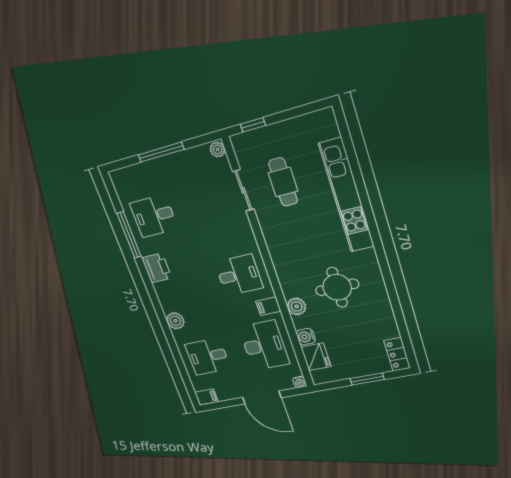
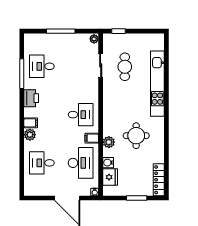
locker: (397, 354) -> (159, 180), width x1.53
filing cabinet: (206, 397) -> (31, 123), moved

